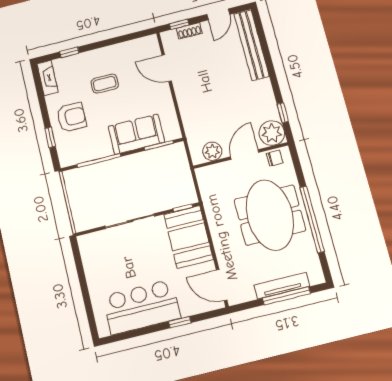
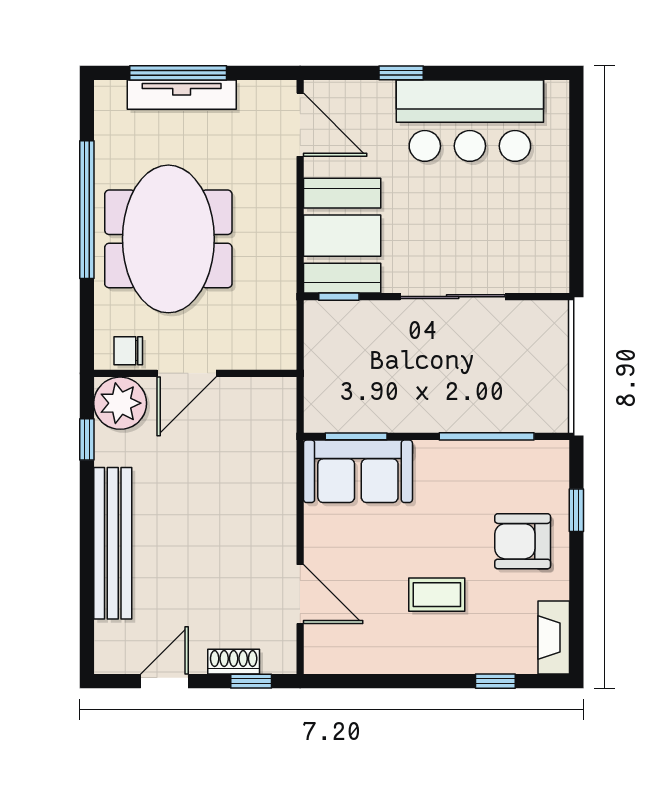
bench: (252, 45) -> (113, 543), moved
sofa: (136, 134) -> (358, 471), moved
plant: (212, 151) -> (250, 397), removed

